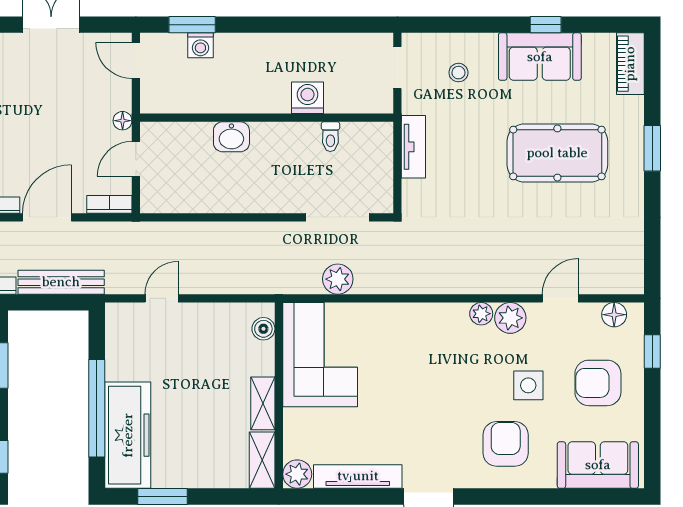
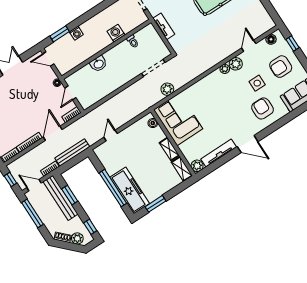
washing machine: (200, 45) -> (76, 33), moved

